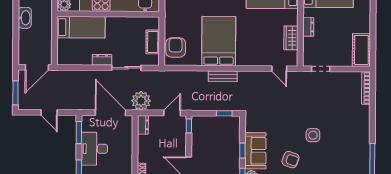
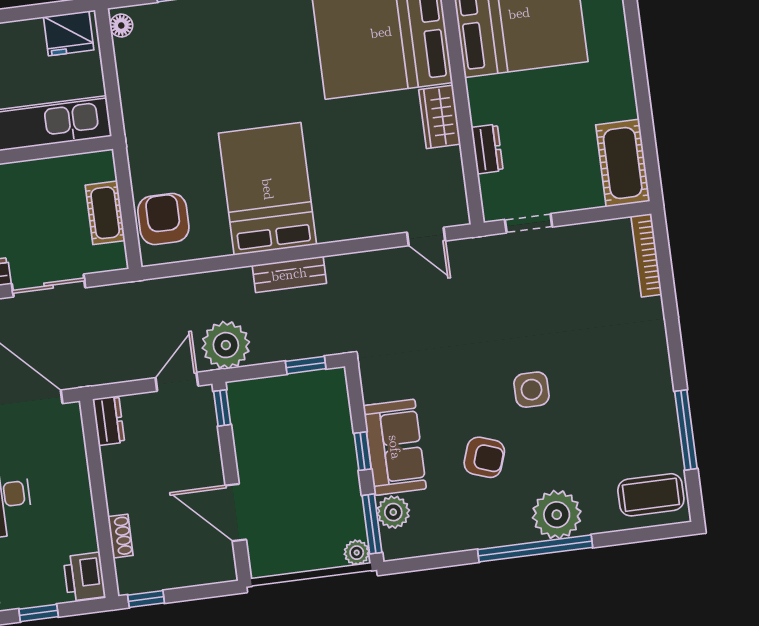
dresser: (308, 27) -> (487, 149), moved
wardrobe: (291, 38) -> (440, 117), moved
plant: (141, 101) -> (226, 345), moved

